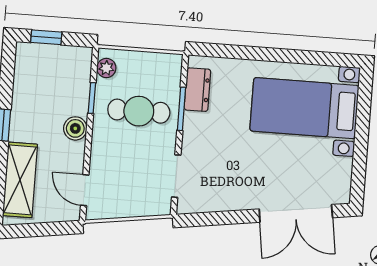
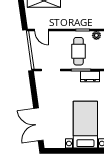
boiler: (75, 128) -> (69, 24), removed
door: (85, 190) -> (42, 30), swing flipped

